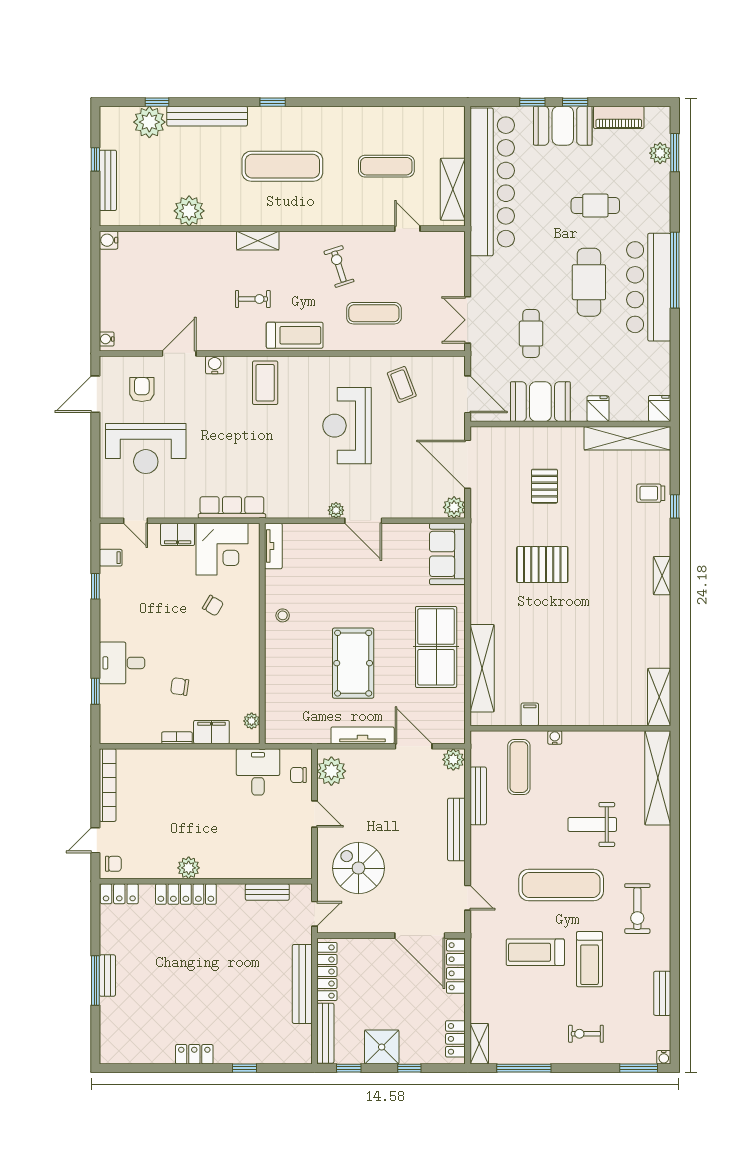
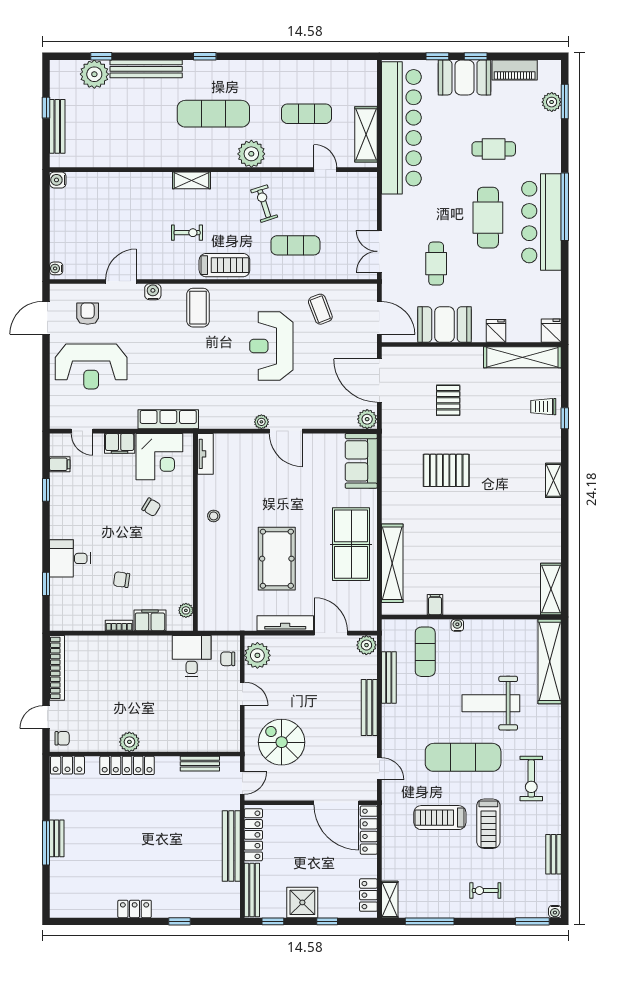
plant: (189, 211) -> (251, 154), moved
weight bench: (592, 824) -> (491, 703), width x1.36, depth x1.33

